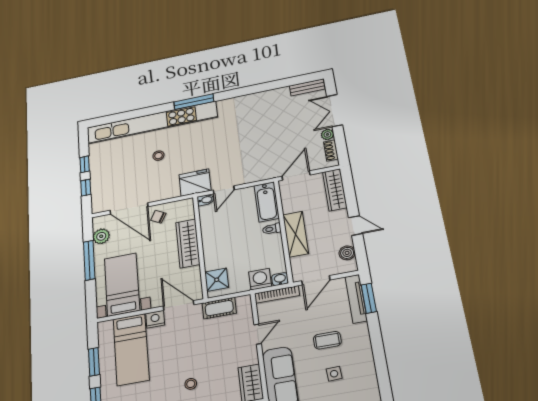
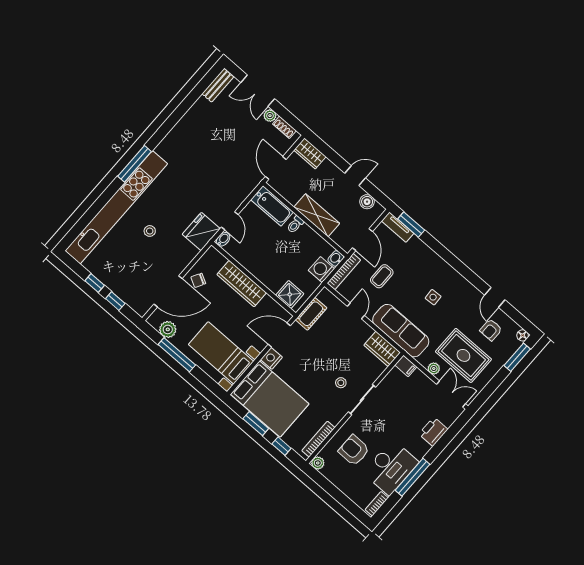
wardrobe: (335, 190) -> (310, 153), width x0.67
tv unit: (356, 299) -> (398, 227), width x0.71
coffee table: (327, 340) -> (382, 276), moved
bed: (131, 349) -> (270, 399), width x1.50

